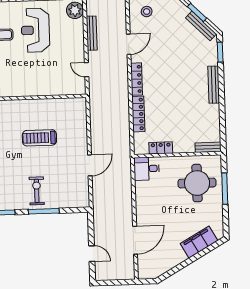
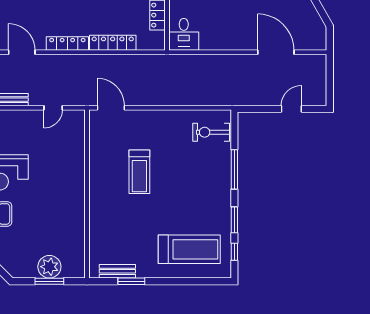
door: (90, 165) -> (111, 108), moved
exercise bike: (37, 191) -> (211, 132), moved

